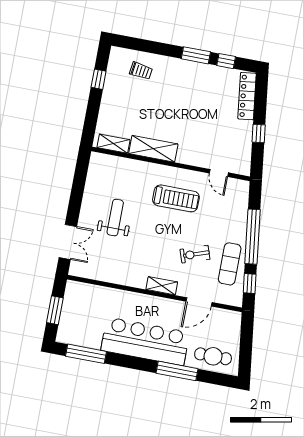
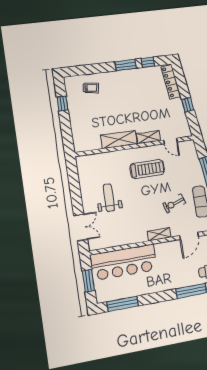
shelving: (113, 144) -> (149, 137), moved
bar counter: (145, 341) -> (124, 262), moved, turned 180

